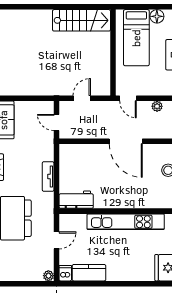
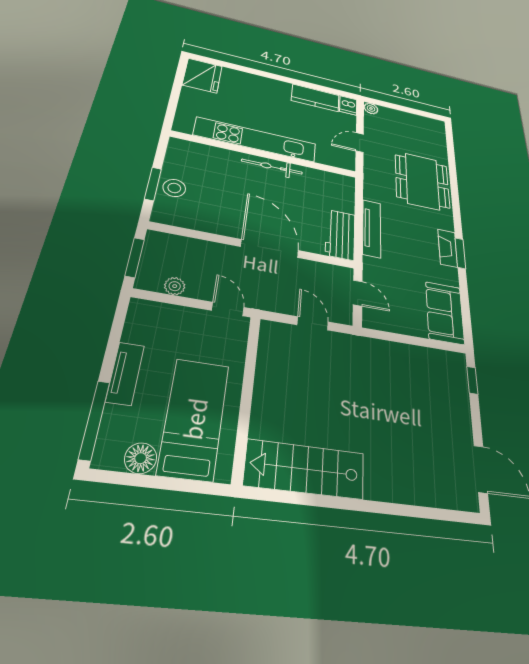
door: (82, 98) -> (313, 323), swing flipped
door: (126, 141) -> (270, 249), moved
tv unit: (48, 177) -> (372, 228), width x1.41
workbench: (76, 200) -> (340, 235), moved, turned 90
bicycle: (113, 202) -> (272, 167), added

